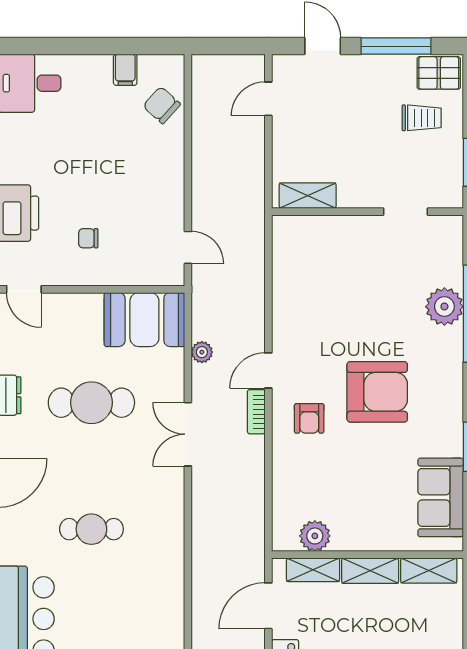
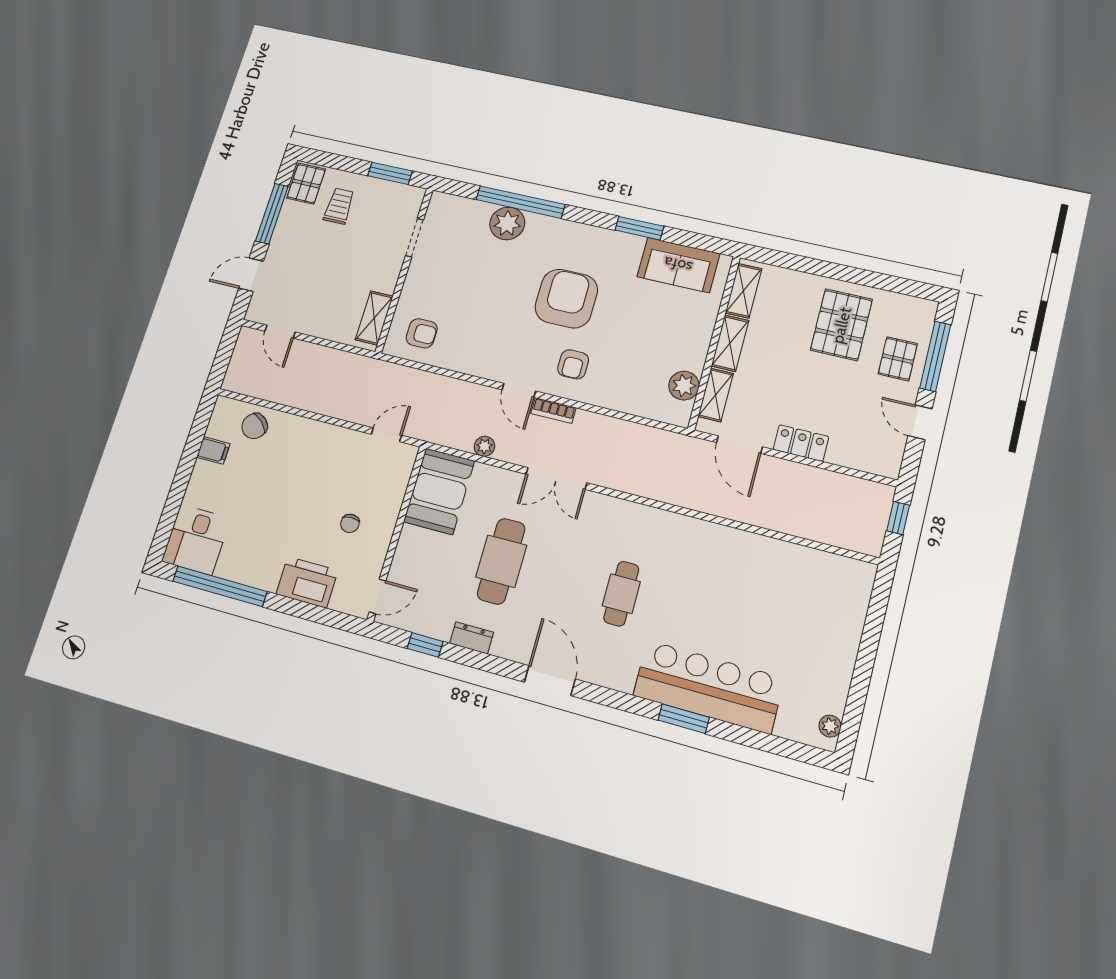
armchair: (303, 251) -> (422, 333), added
armchair: (309, 418) -> (573, 364), turned 90

